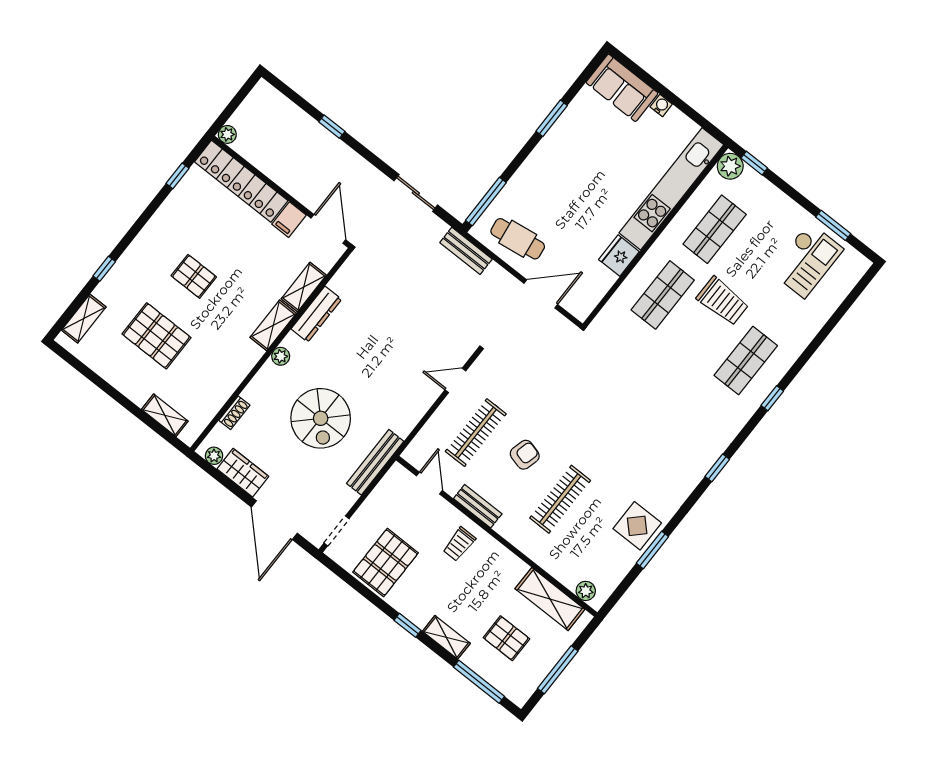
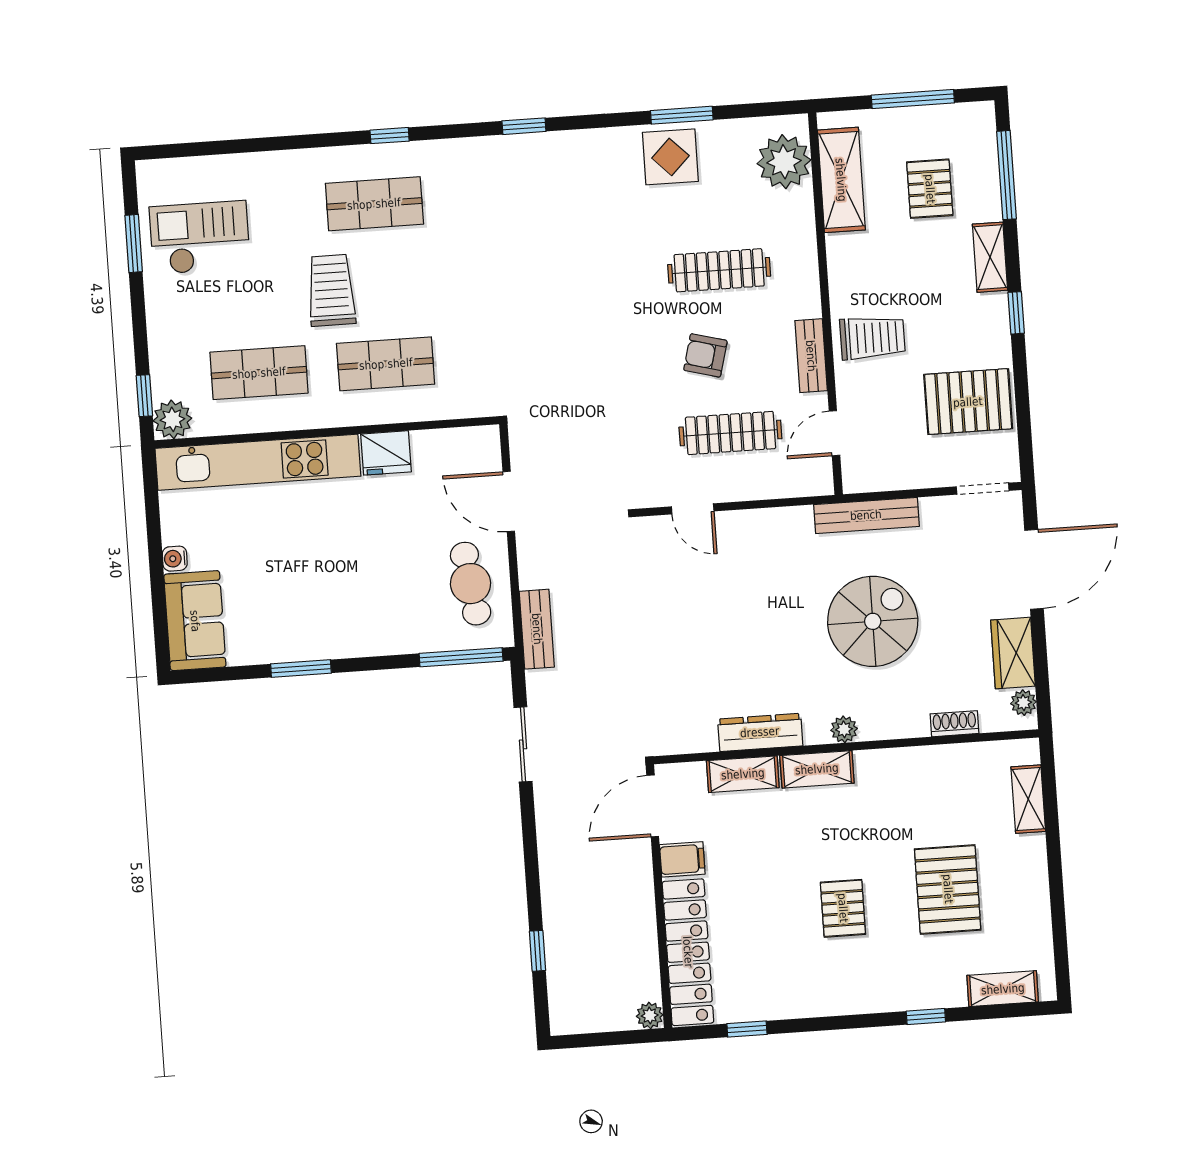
window: (332, 127) -> (537, 951), moved
trolley: (459, 544) -> (872, 338), width x1.36, depth x1.39
plant: (586, 591) -> (784, 162), width x1.87, depth x1.87

